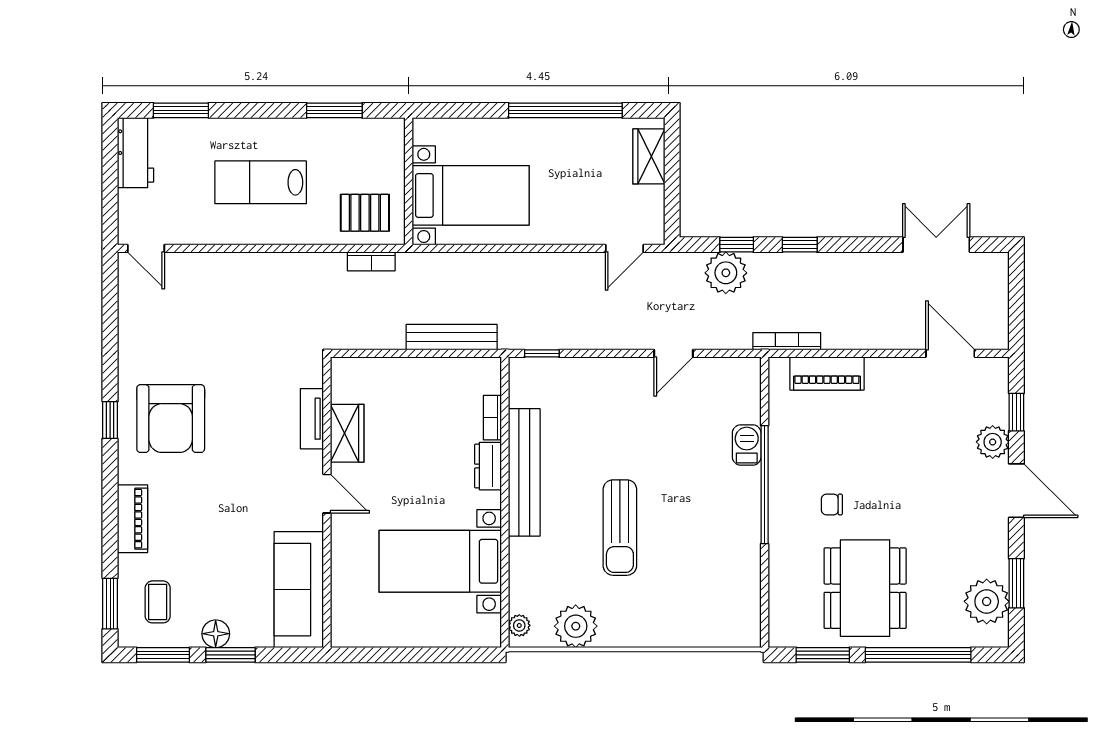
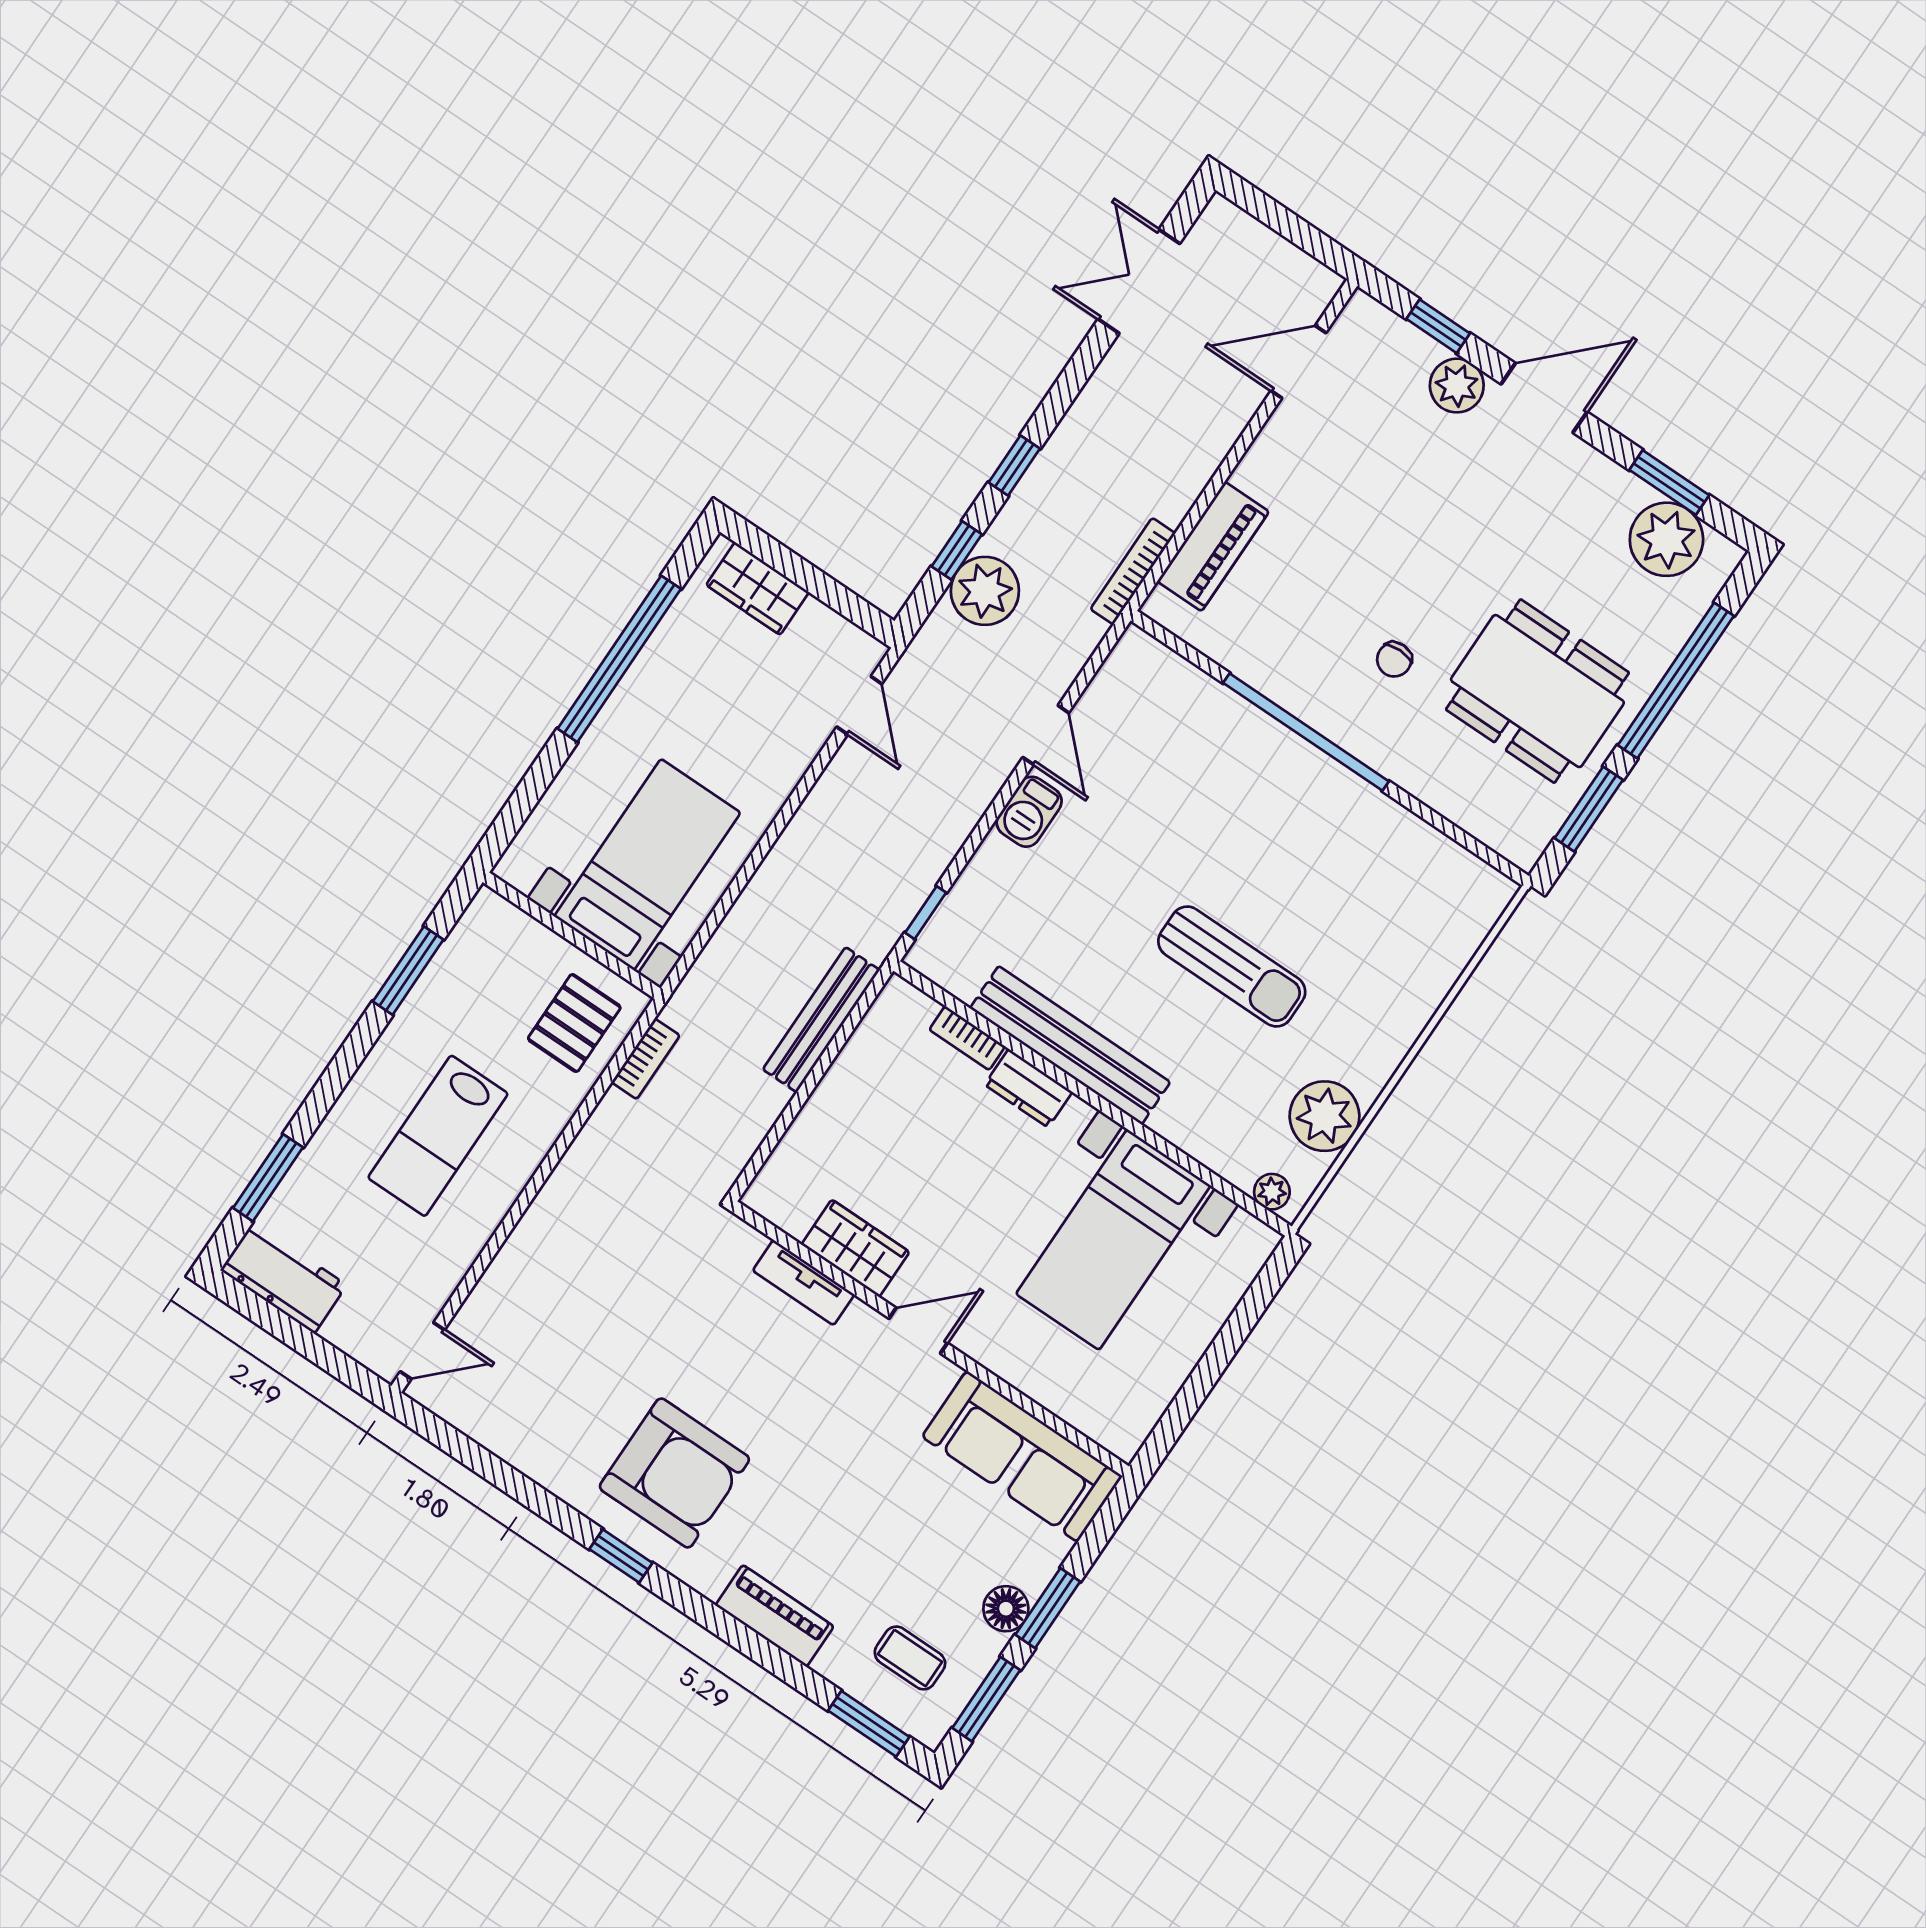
barbecue: (747, 445) -> (1029, 812), moved, turned -90

